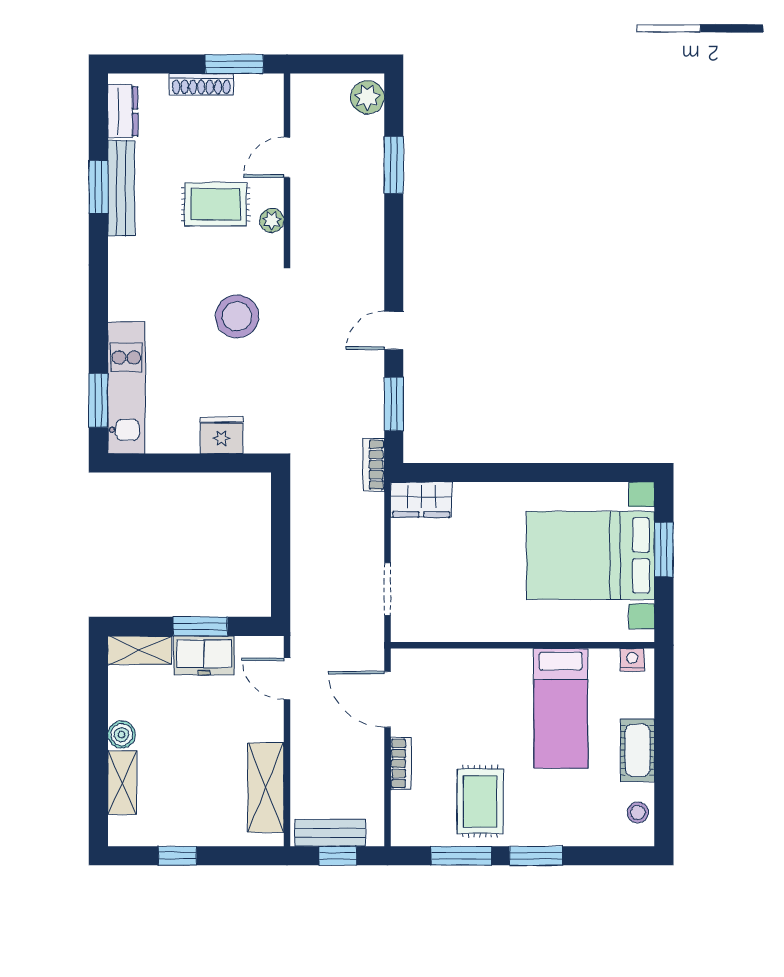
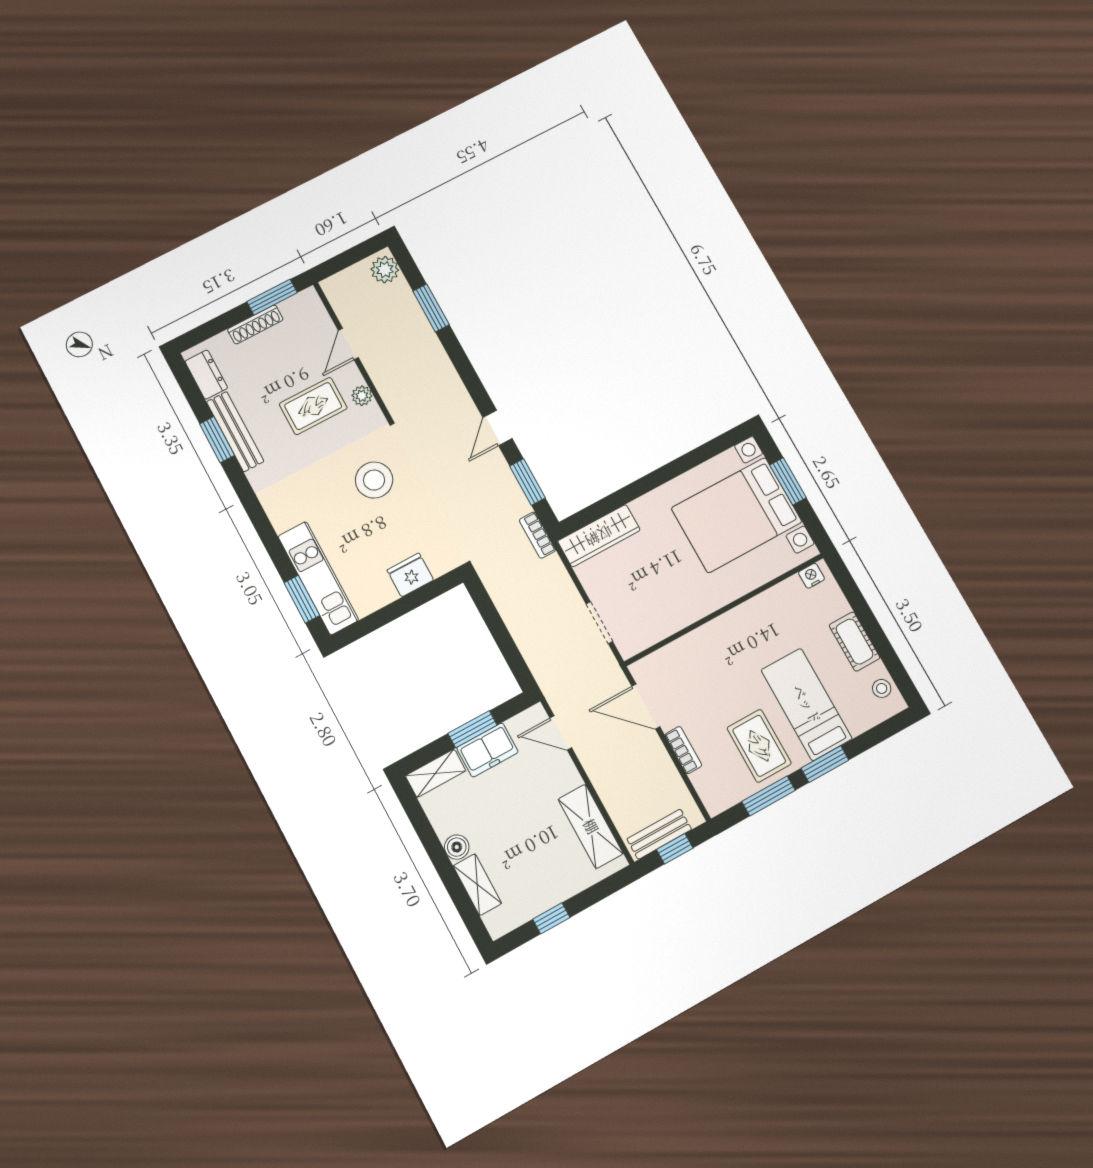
wardrobe: (421, 500) -> (599, 536), width x1.50
bed: (561, 708) -> (807, 704), moved, turned 180

